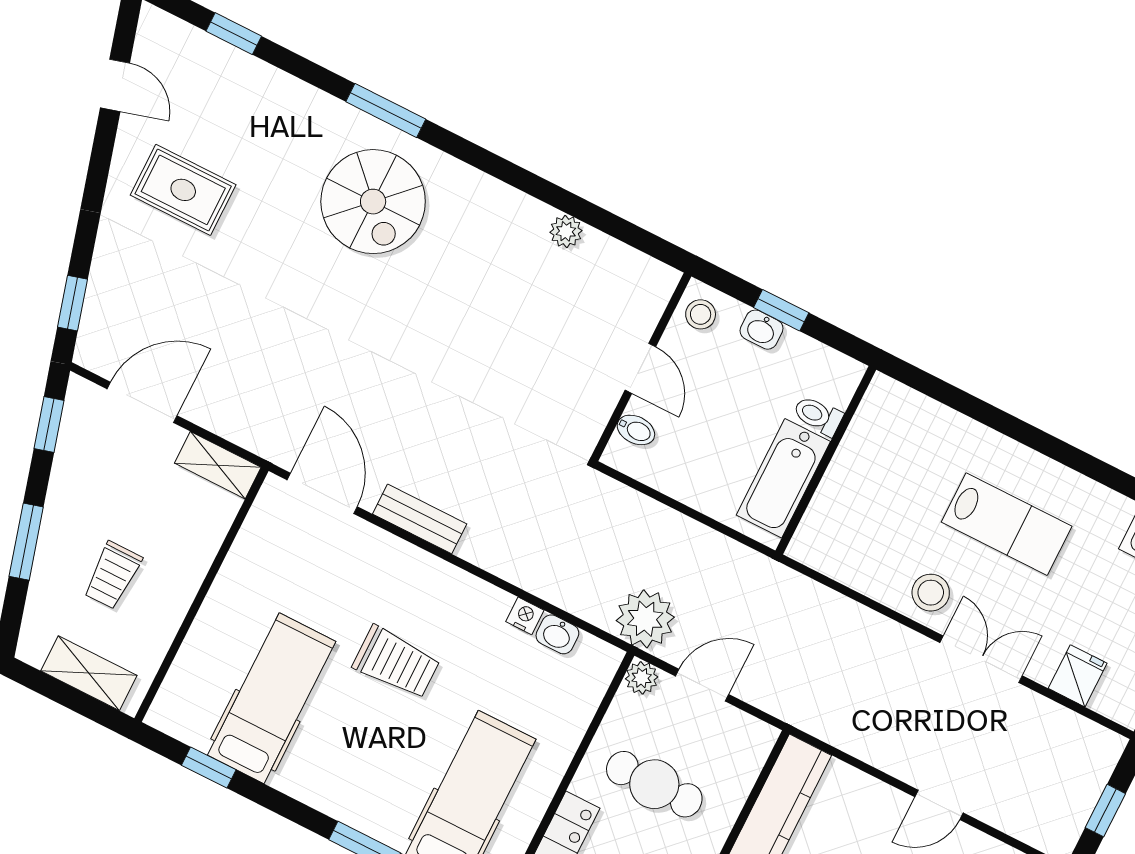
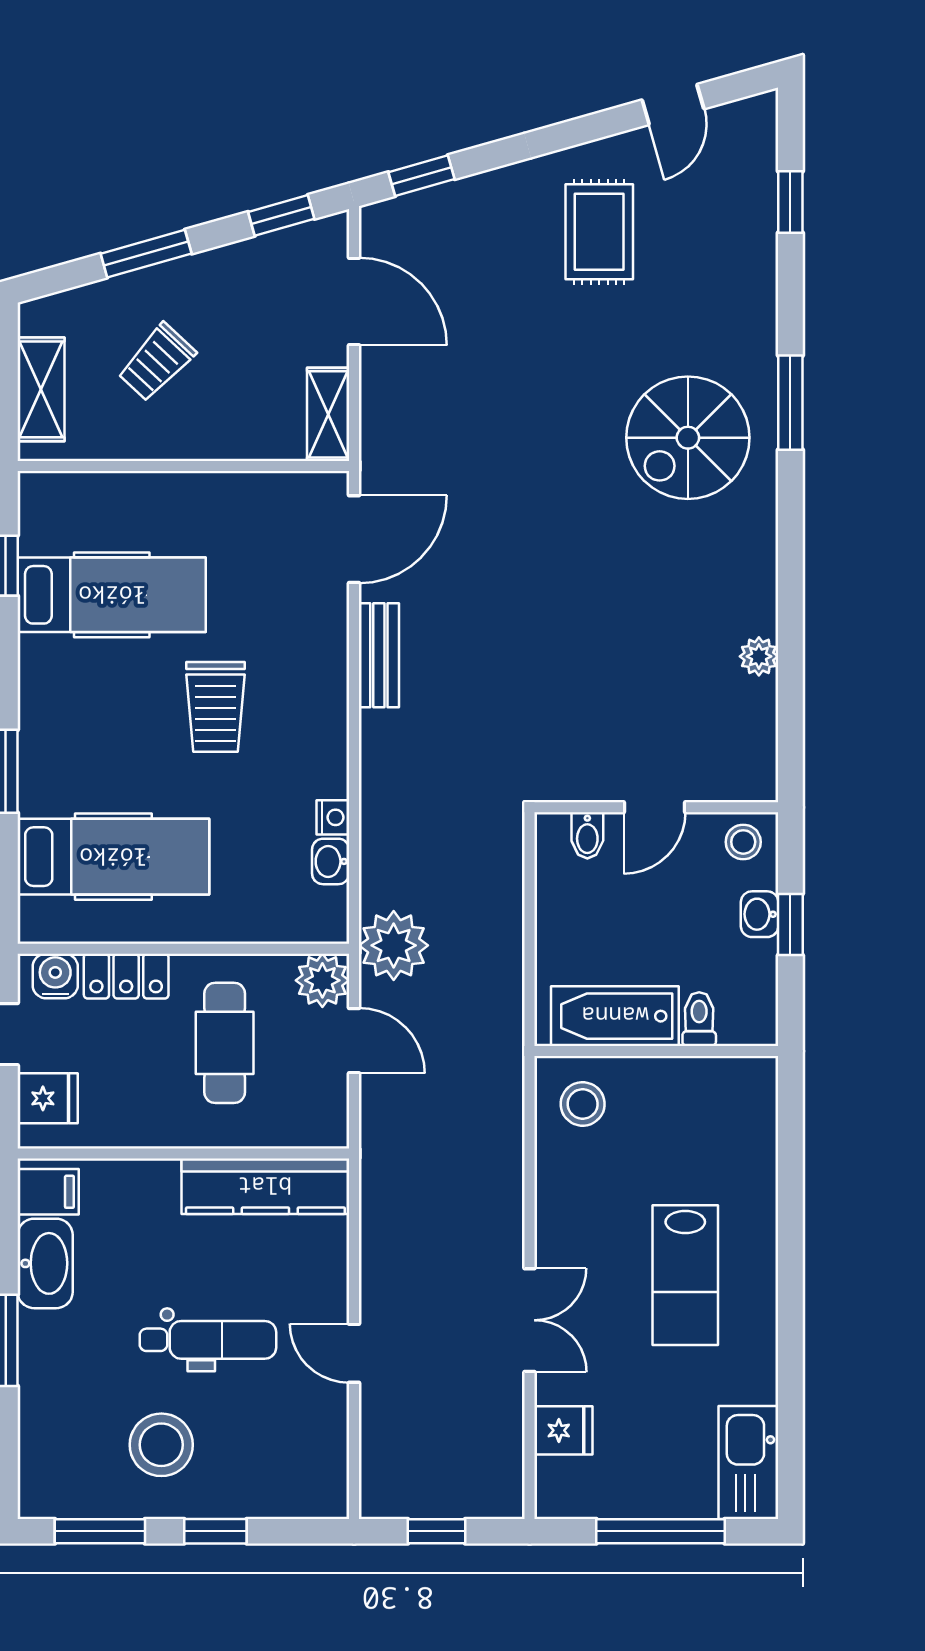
trolley: (113, 575) -> (157, 362), turned -47
stool: (931, 593) -> (583, 1104), moved
plant: (642, 678) -> (322, 980), width x1.38, depth x1.38

